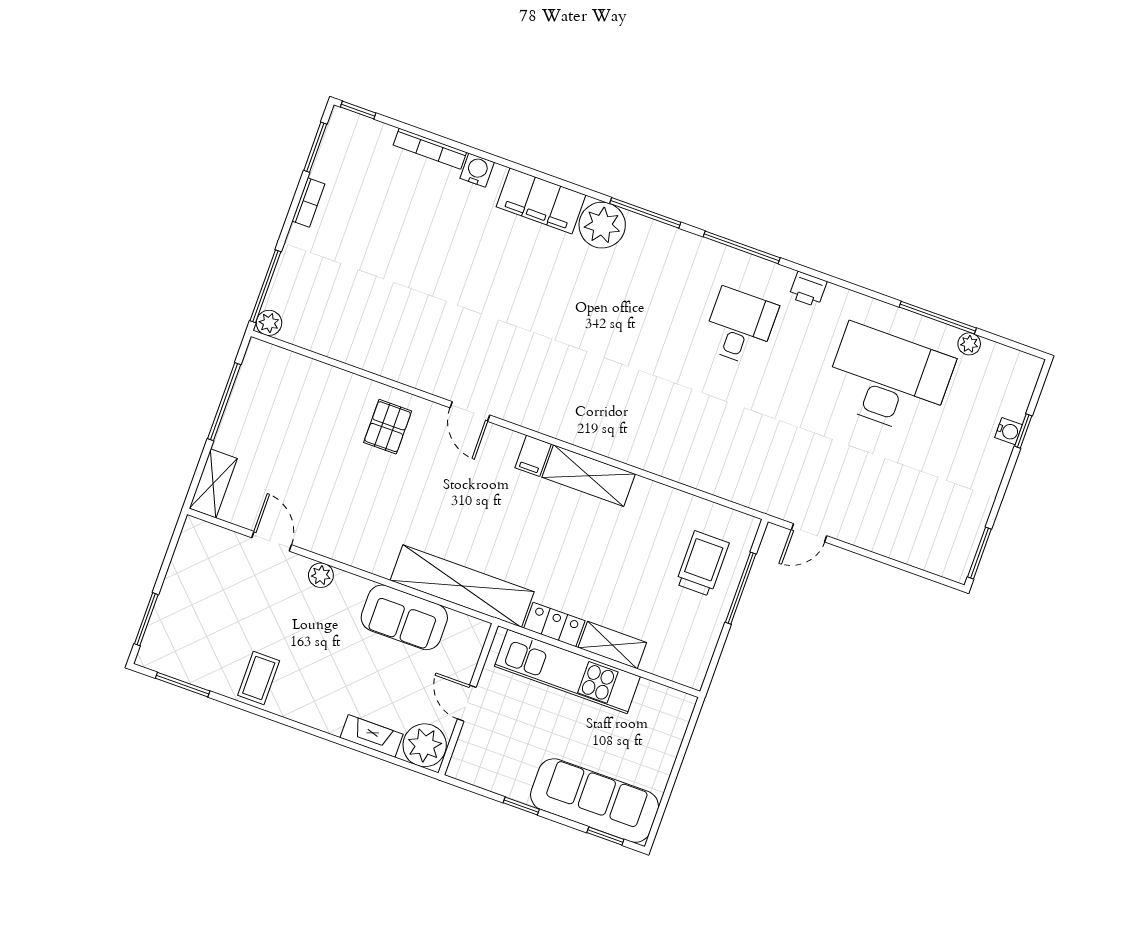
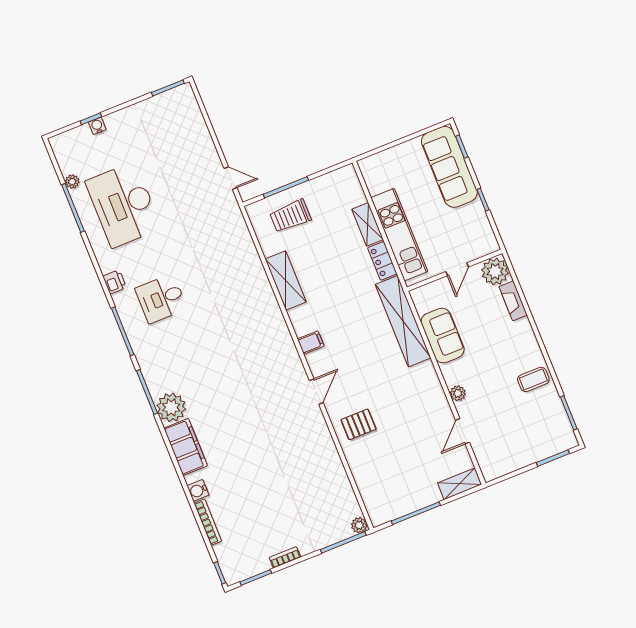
shelving: (589, 476) -> (286, 280), moved

